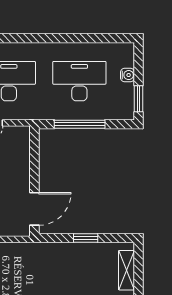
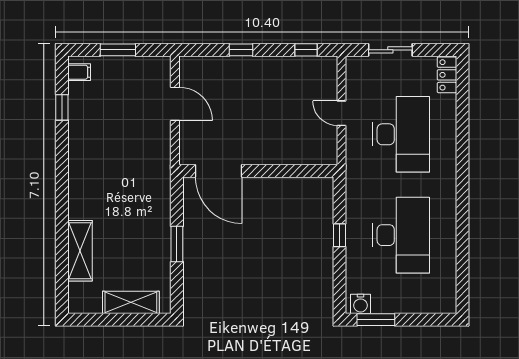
water cooler: (128, 75) -> (361, 304), moved
window: (80, 124) -> (340, 235), width x0.32

